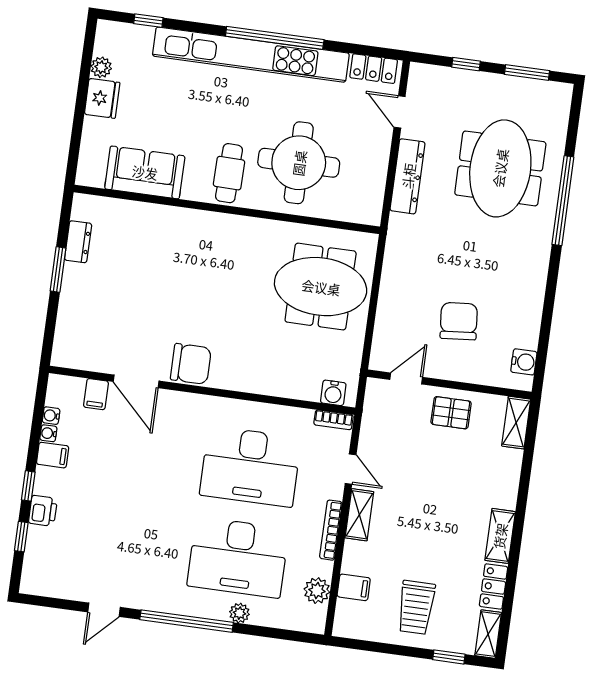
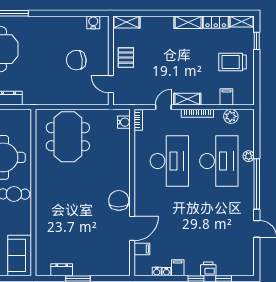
sofa: (145, 172) -> (20, 255), moved
trolley: (416, 607) -> (233, 62), turned 180

